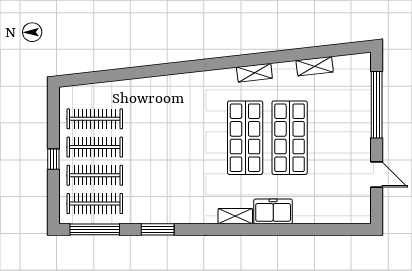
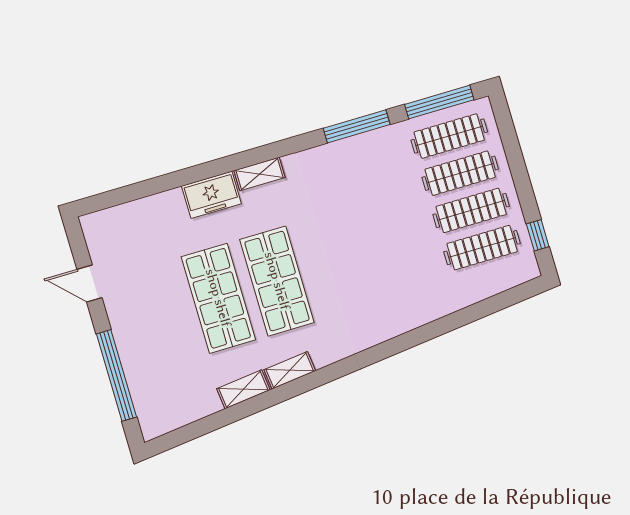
shelving: (315, 66) -> (243, 389), moved
window: (53, 159) -> (538, 235), moved
window: (158, 229) -> (357, 126), width x1.44

